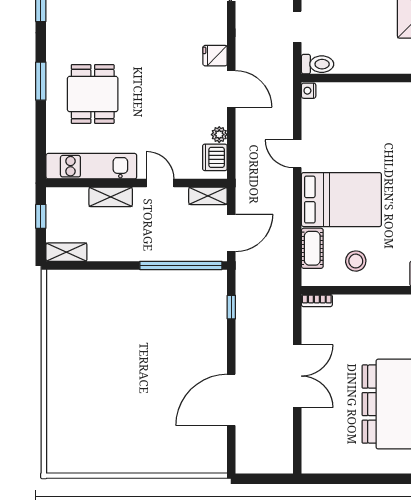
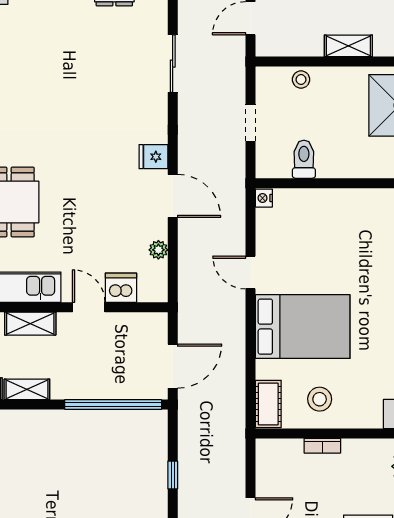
toilet: (318, 64) -> (304, 159), moved, turned -90
dishwasher: (215, 157) -> (121, 288), moved, turned 90
shelving: (208, 196) -> (27, 389), moved
cot: (312, 248) -> (268, 404), moved
bookcase: (317, 301) -> (322, 446), moved
window: (231, 307) -> (173, 475), moved

